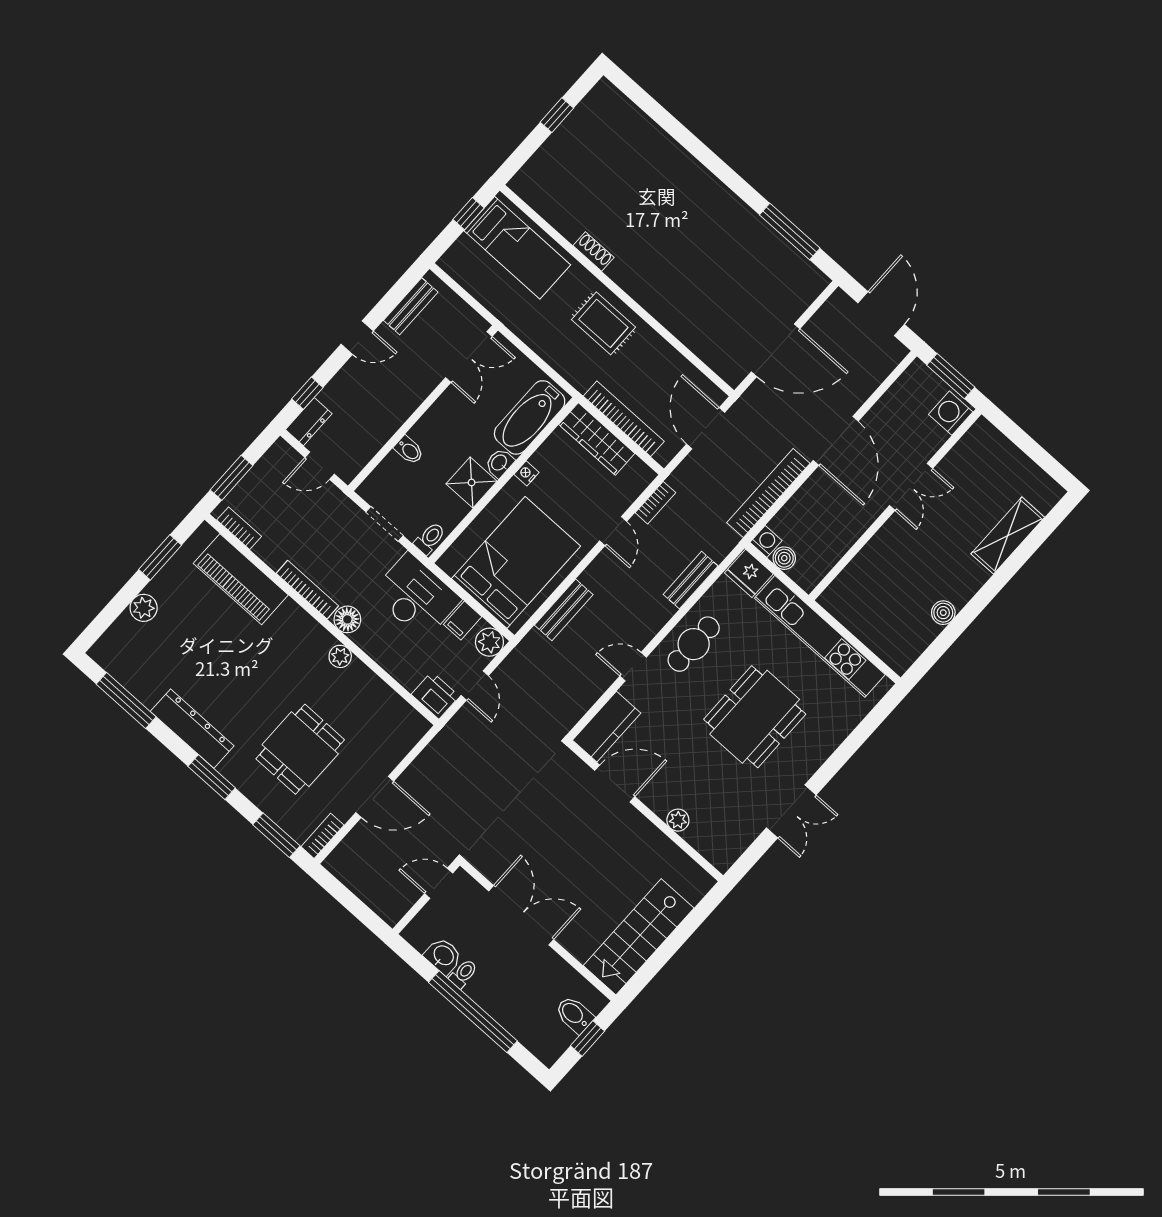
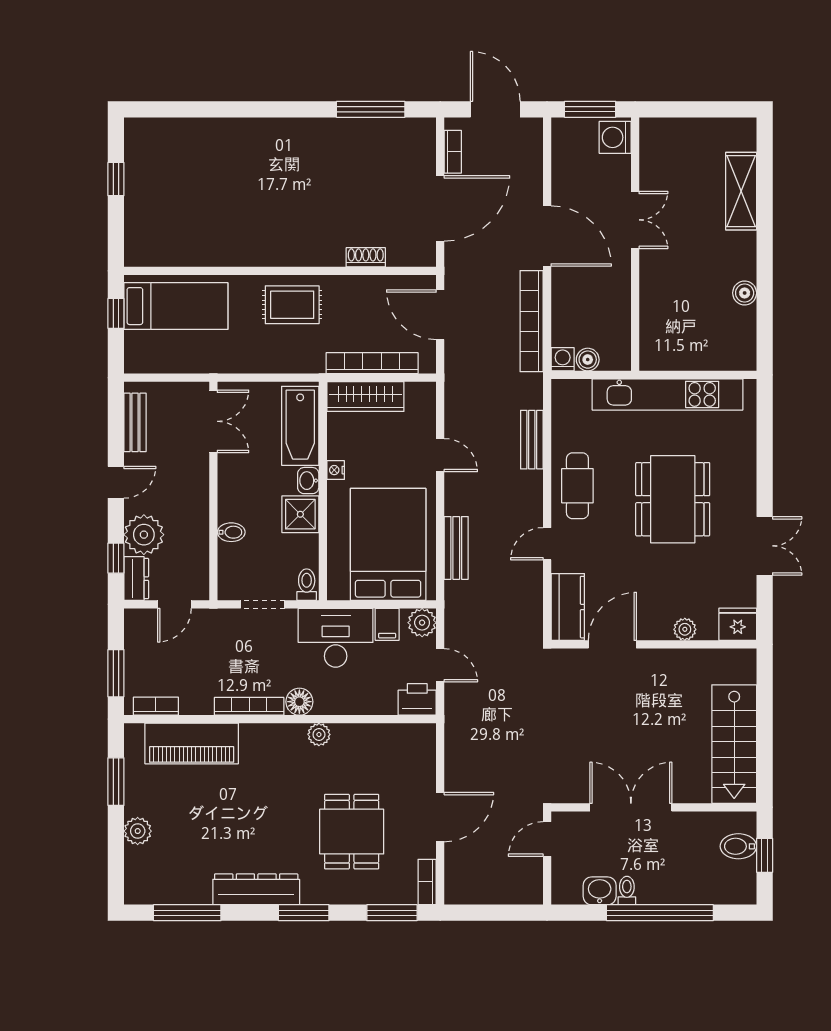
shoe rack: (594, 252) -> (366, 257), moved
plant: (343, 394) -> (144, 535), added
bookcase: (655, 503) -> (453, 152), moved
fridge: (749, 573) -> (738, 624), moved, turned 180

